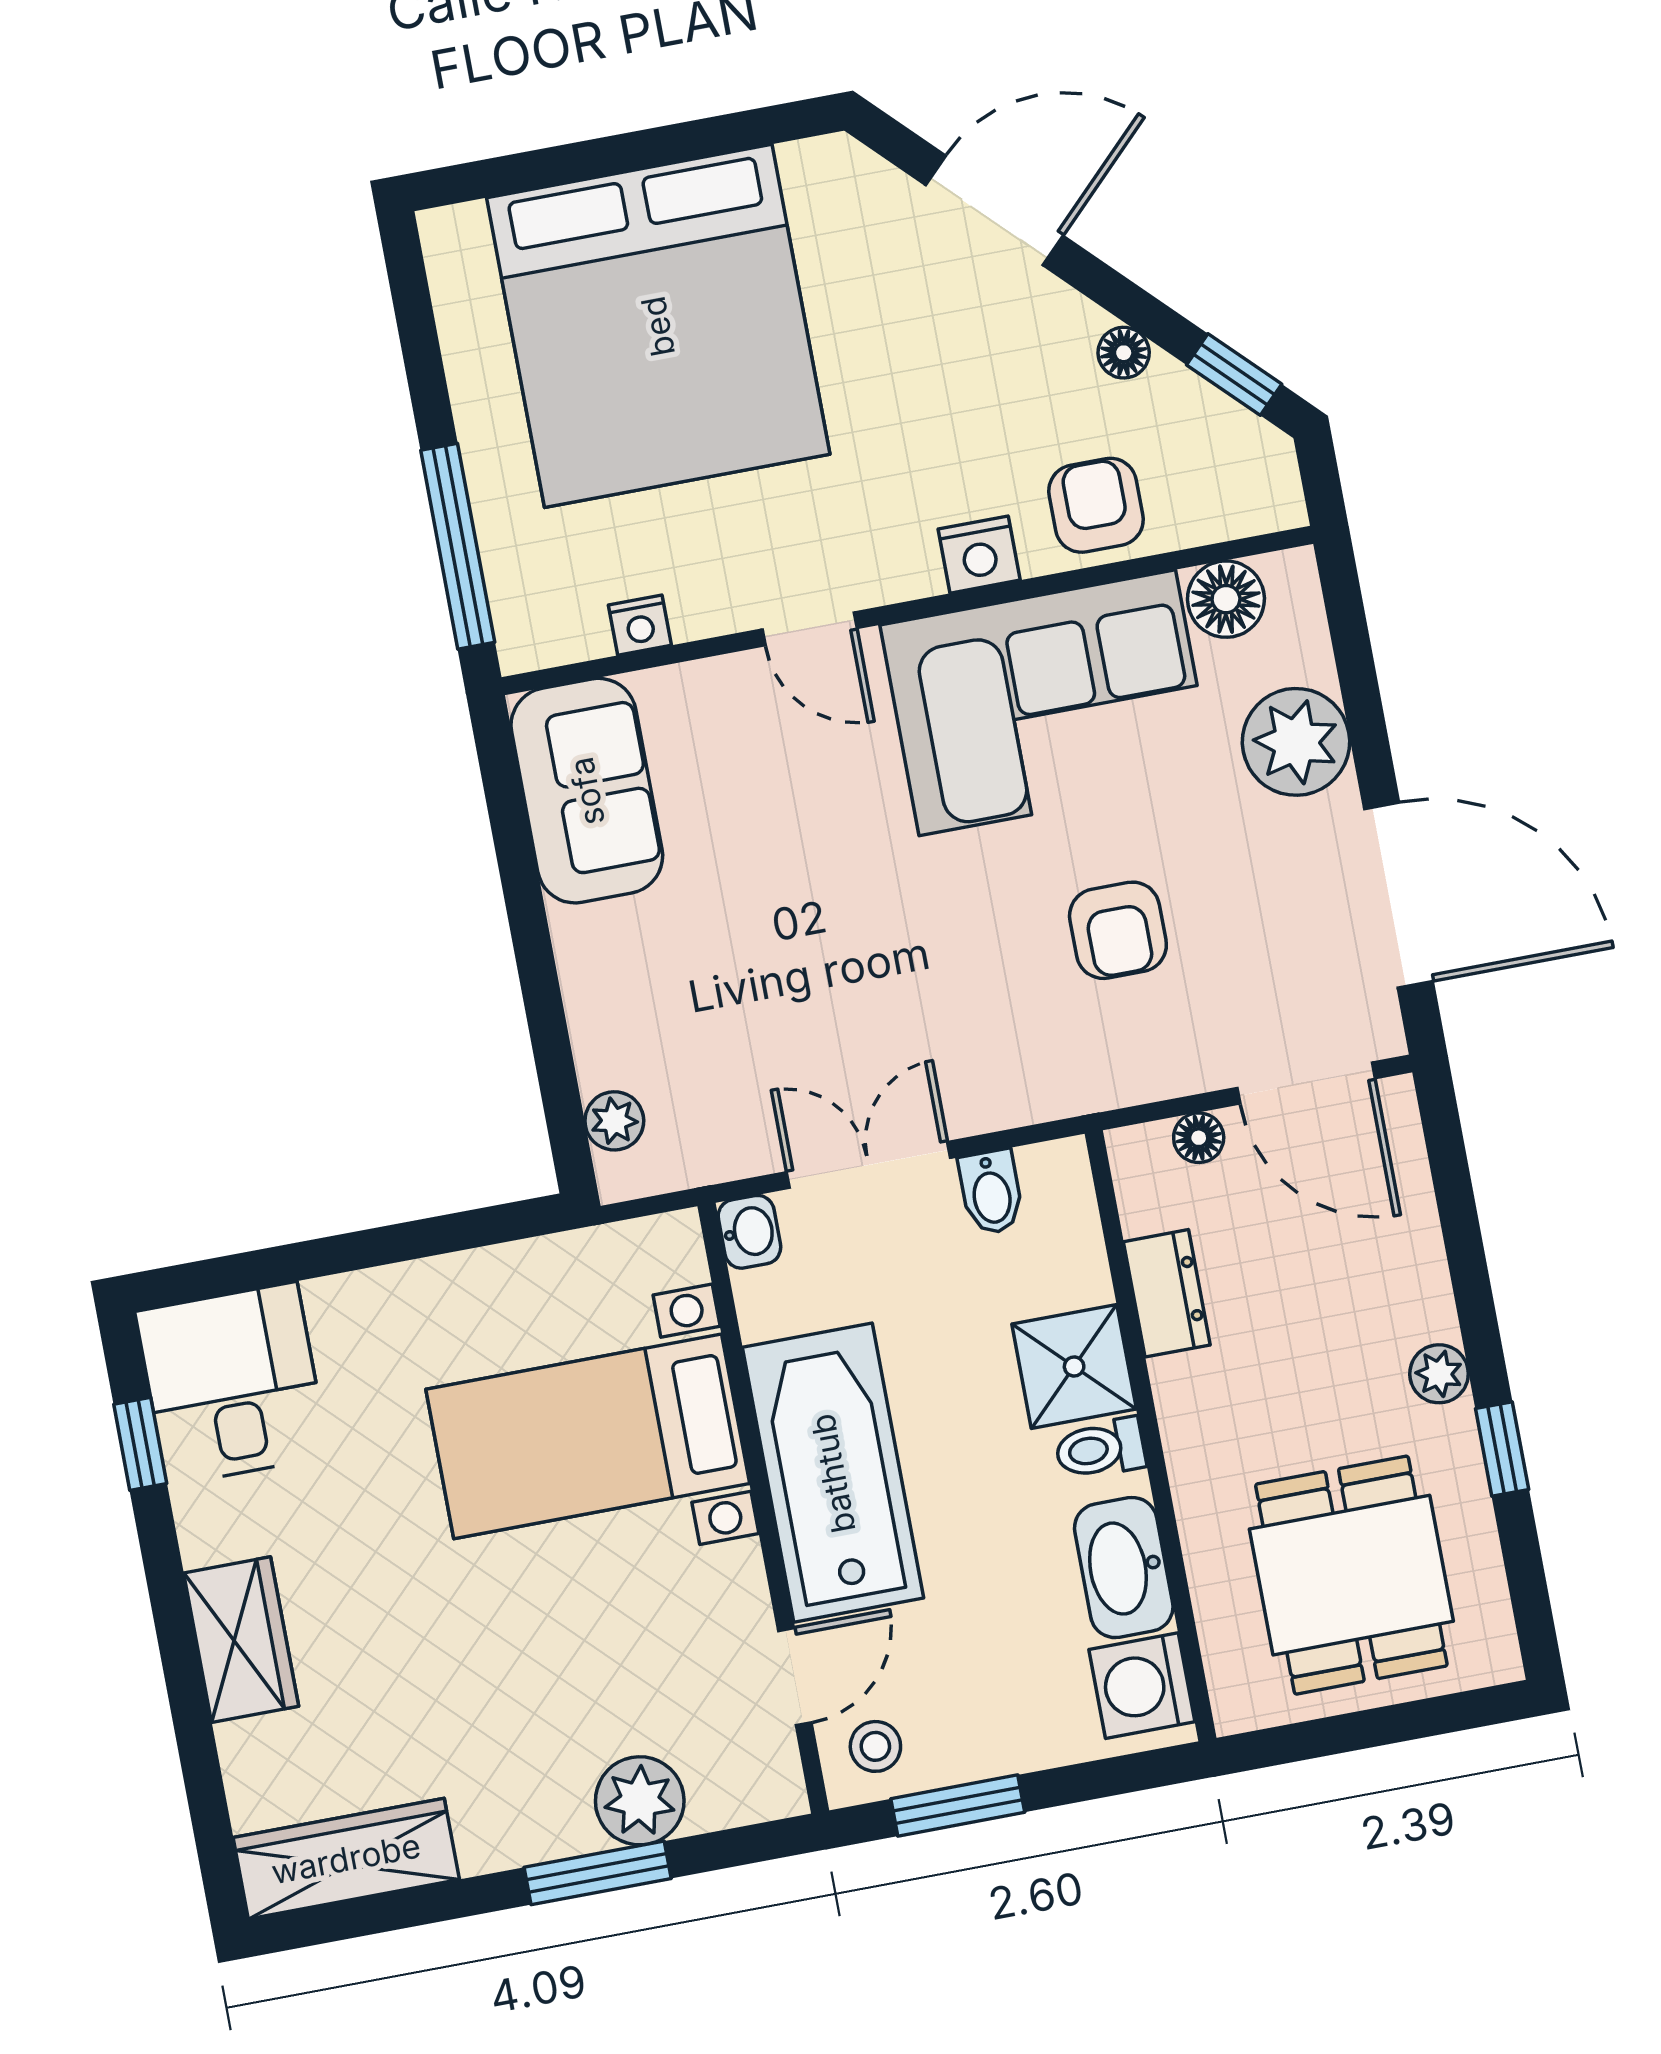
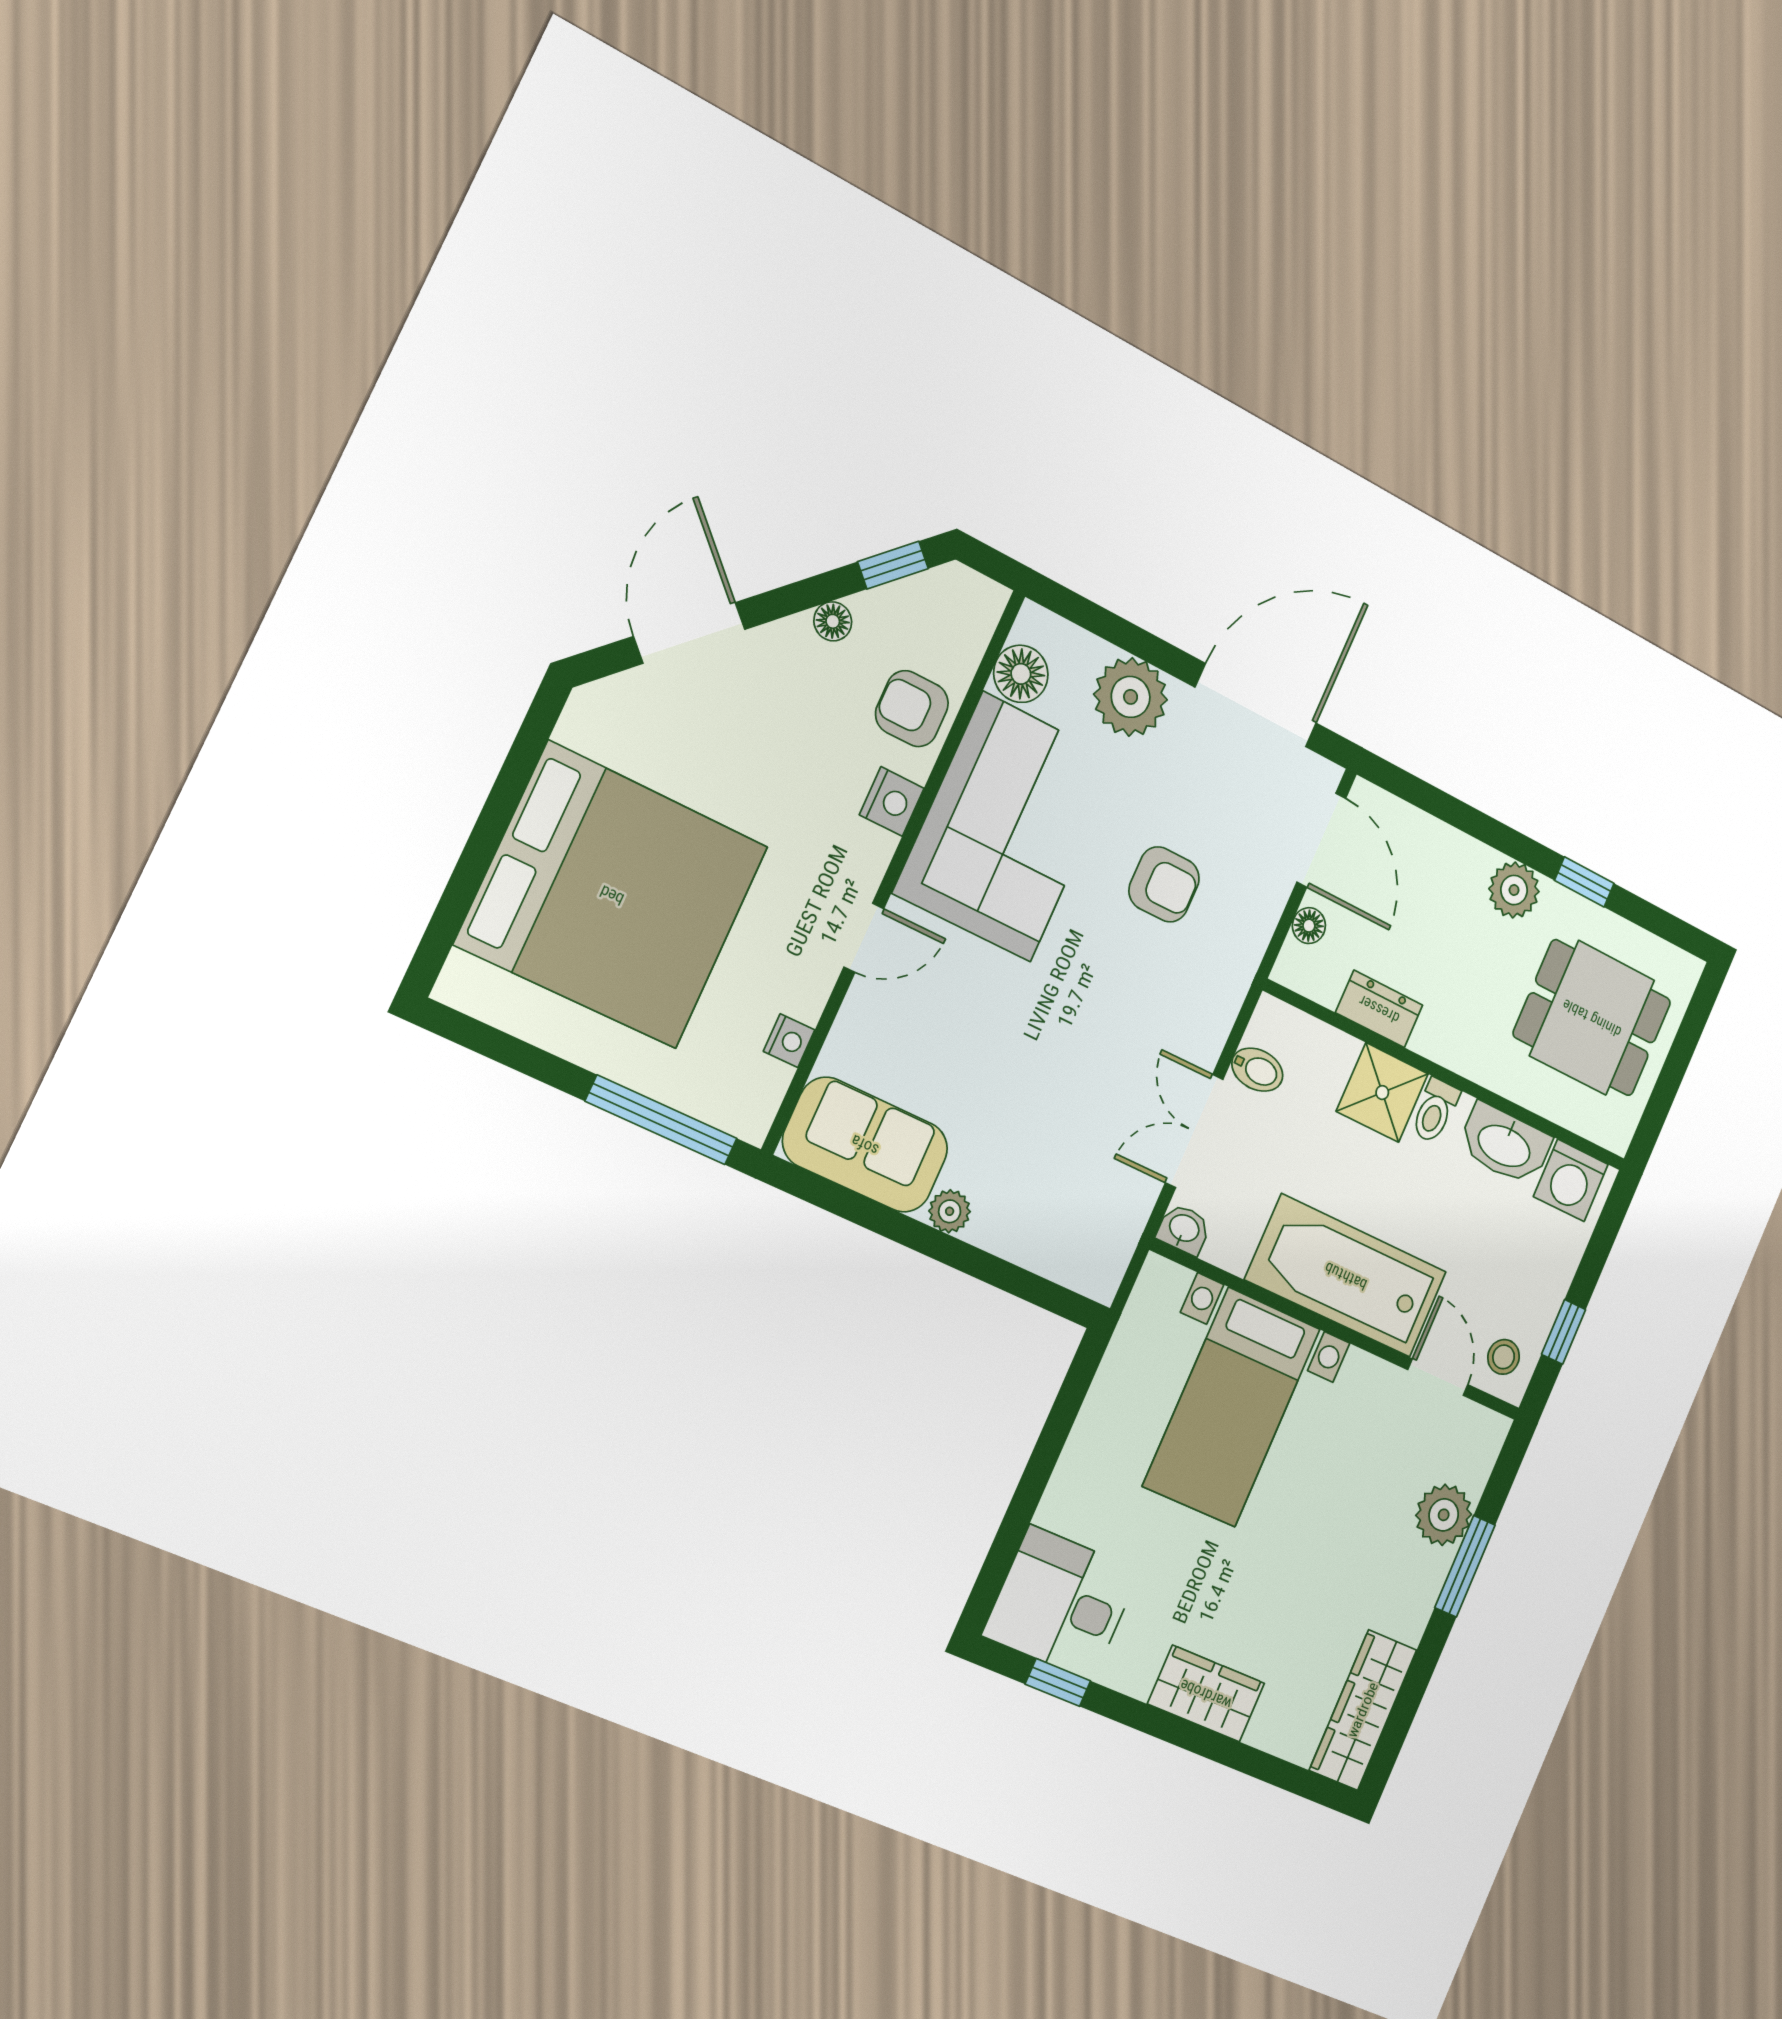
door: (1306, 1083) -> (1321, 840), hinge flipped
plant: (614, 1121) -> (950, 1211), moved
plant: (1439, 1374) -> (1514, 890), width x1.38, depth x1.38
window: (958, 1806) -> (1564, 1332), width x0.67

